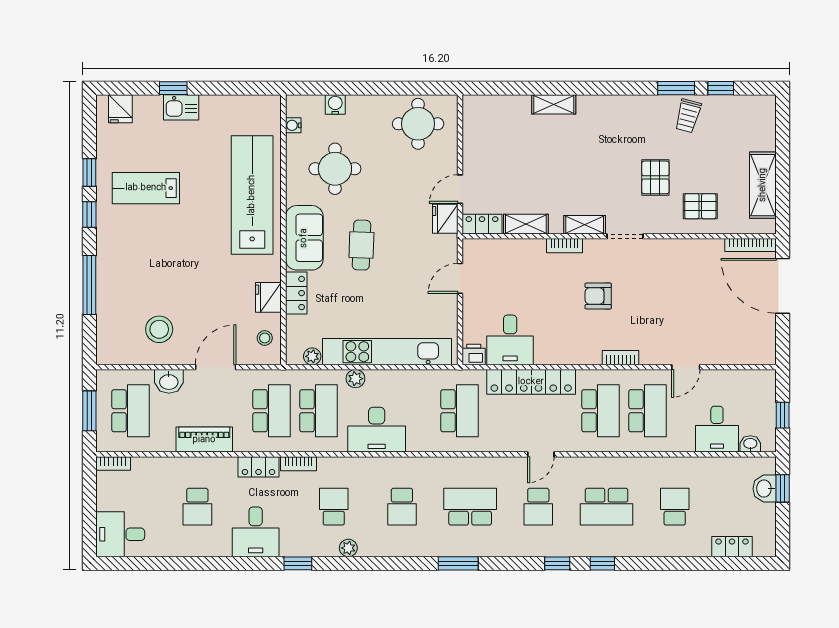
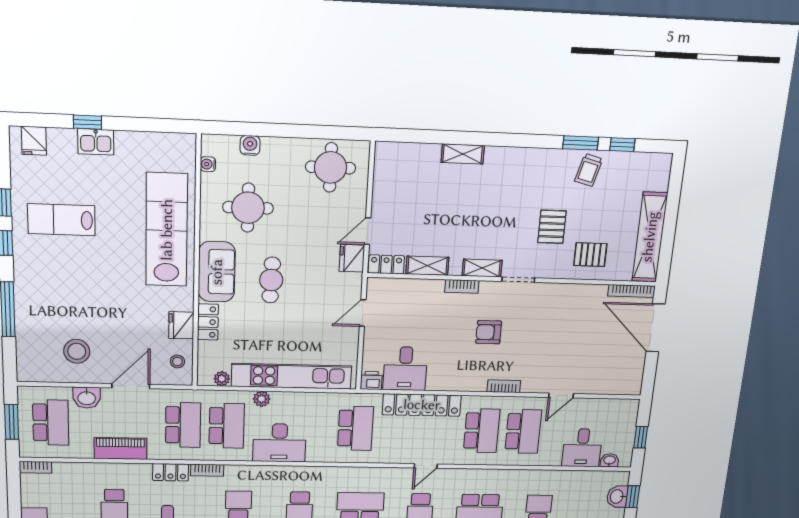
shelving: (763, 185) -> (650, 237), width x1.47

